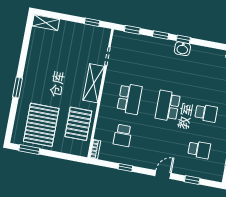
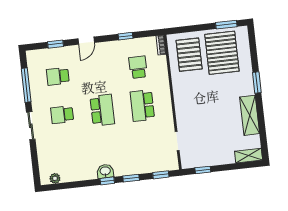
shelving: (94, 83) -> (250, 115), moved
pallet: (78, 124) -> (189, 55), moved

